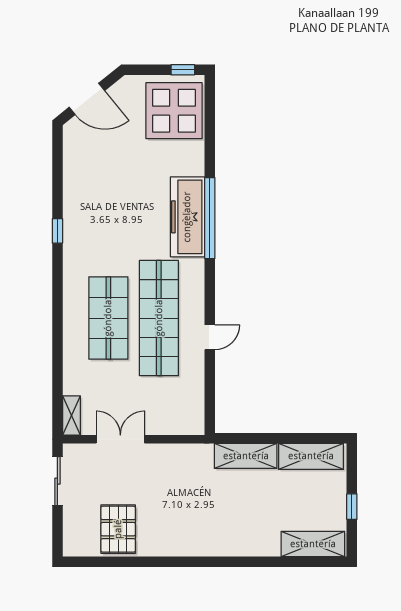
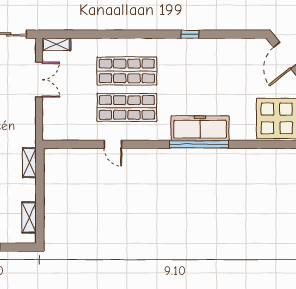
shop shelf: (159, 318) -> (127, 107), width x0.71
shelving: (246, 456) -> (29, 163), width x0.67, depth x0.75
shelving: (311, 456) -> (29, 218), width x0.67, depth x0.75

